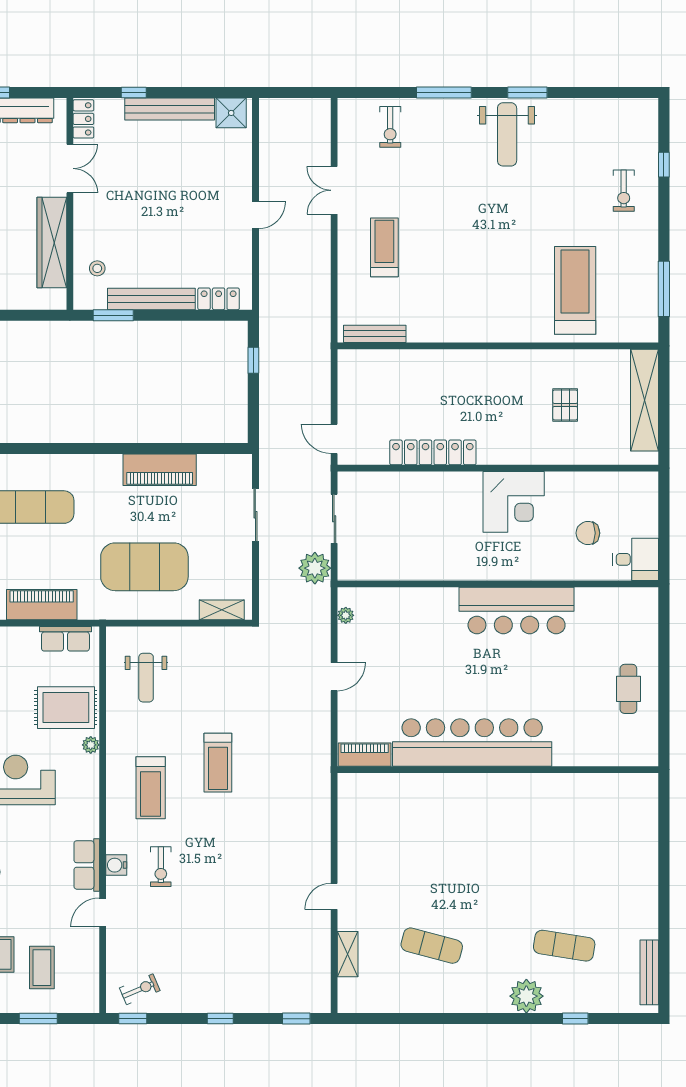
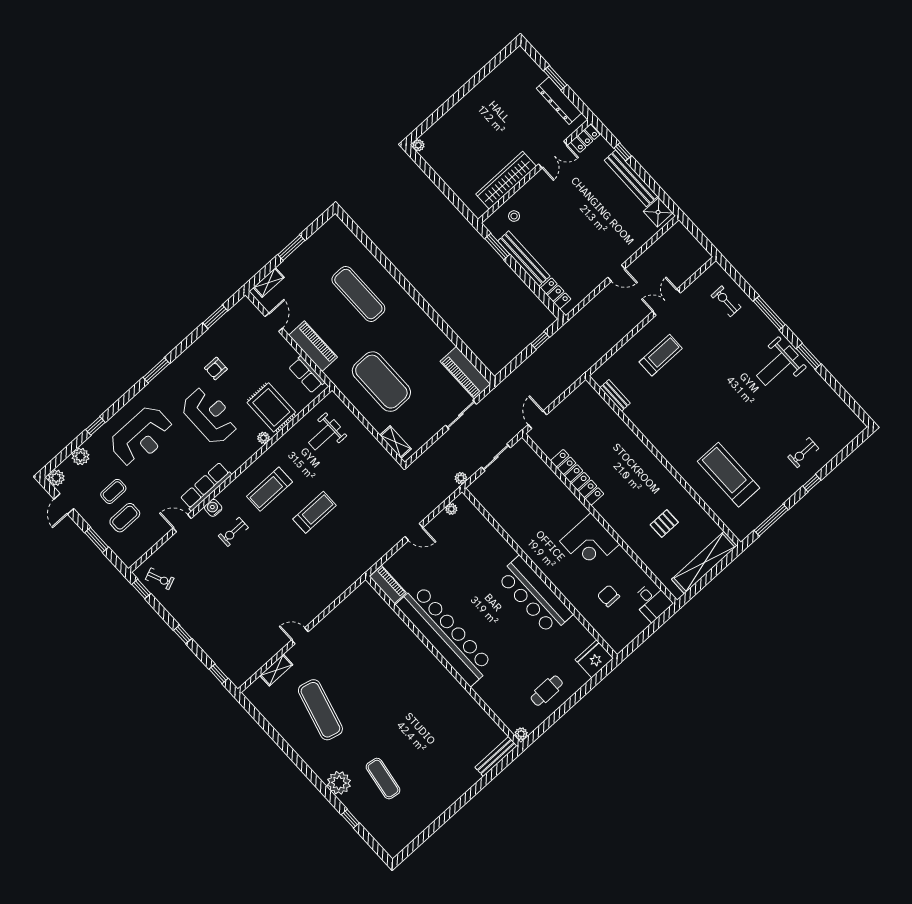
exercise bike: (390, 127) -> (726, 301), turned 90
window: (664, 165) -> (812, 483), moved
treadmill: (575, 290) -> (728, 475), turned -90
bench: (375, 334) -> (615, 395), width x0.73
piano: (160, 470) -> (465, 373), moved
desk: (636, 559) -> (652, 602), moved
plant: (315, 568) -> (461, 478), width x0.53, depth x0.53
fridge: (641, 608) -> (594, 659), added
plant: (649, 757) -> (521, 734), added
treadmill: (218, 763) -> (314, 512), turned 180
row of seats: (87, 865) -> (206, 486), width x1.48
exercise mat: (432, 946) -> (320, 710), width x1.36, depth x1.45
bench: (649, 972) -> (496, 757), moved

